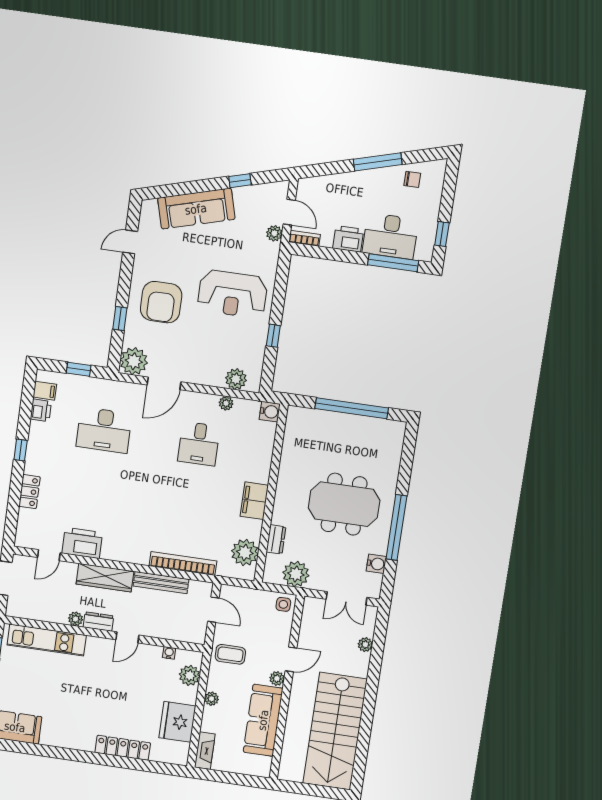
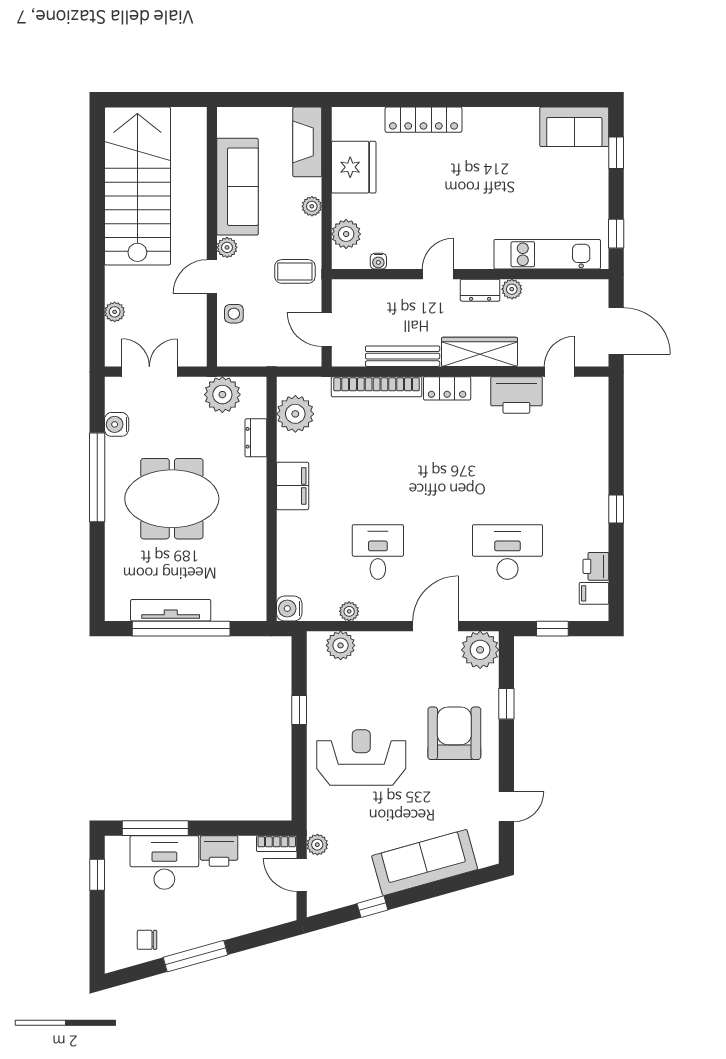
tv unit: (357, 423) -> (171, 610), added
locker: (30, 492) -> (447, 388), moved, turned -90
side table: (283, 604) -> (234, 314), moved
fireplace: (205, 751) -> (307, 142), width x1.37, depth x1.32

